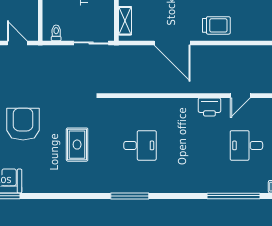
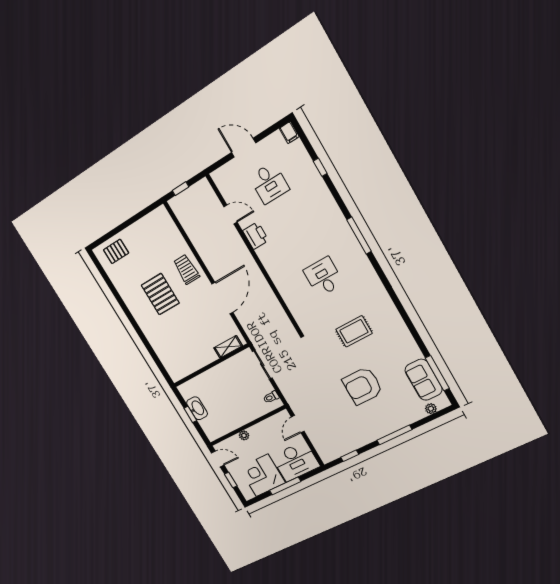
window: (130, 196) -> (359, 236), moved
window: (234, 196) -> (320, 167), width x0.32

